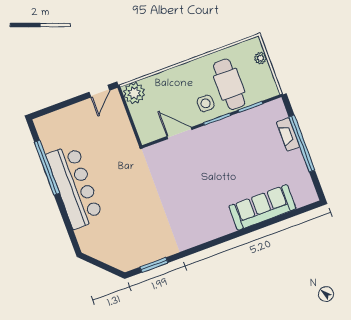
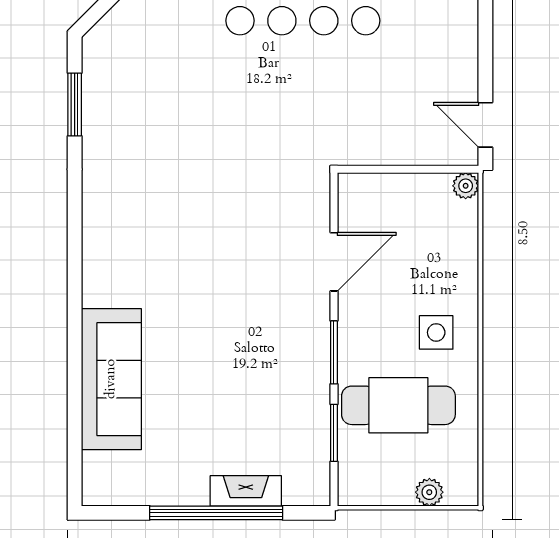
plant: (134, 93) -> (466, 186), width x0.53, depth x0.53
side table: (206, 103) -> (436, 332), moved

